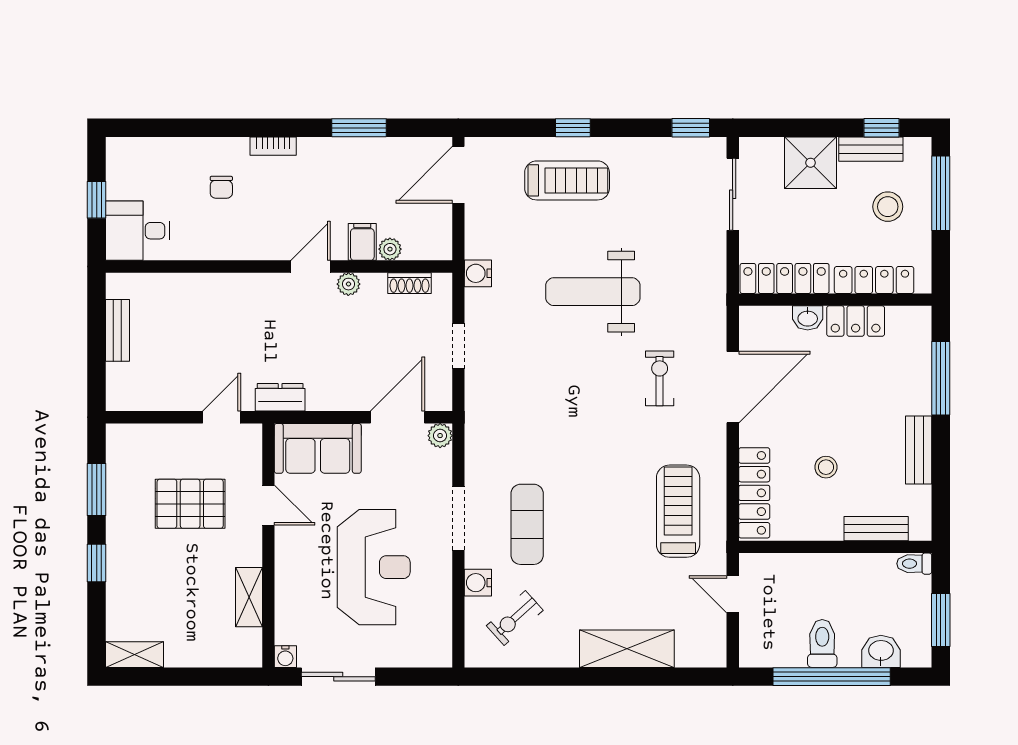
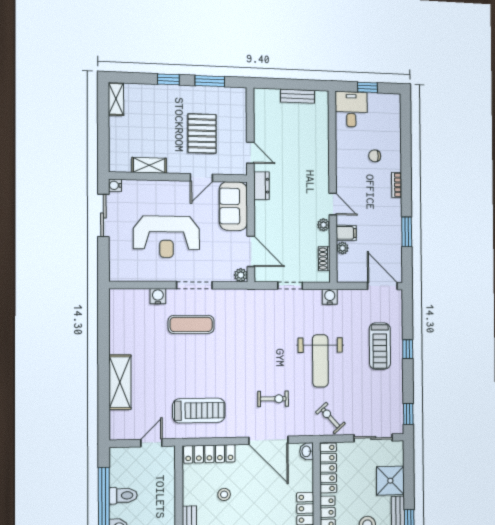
weight bench: (593, 292) -> (320, 361), turned 180
washbasin: (808, 318) -> (307, 451), moved
exercise bike: (515, 618) -> (330, 418), moved

